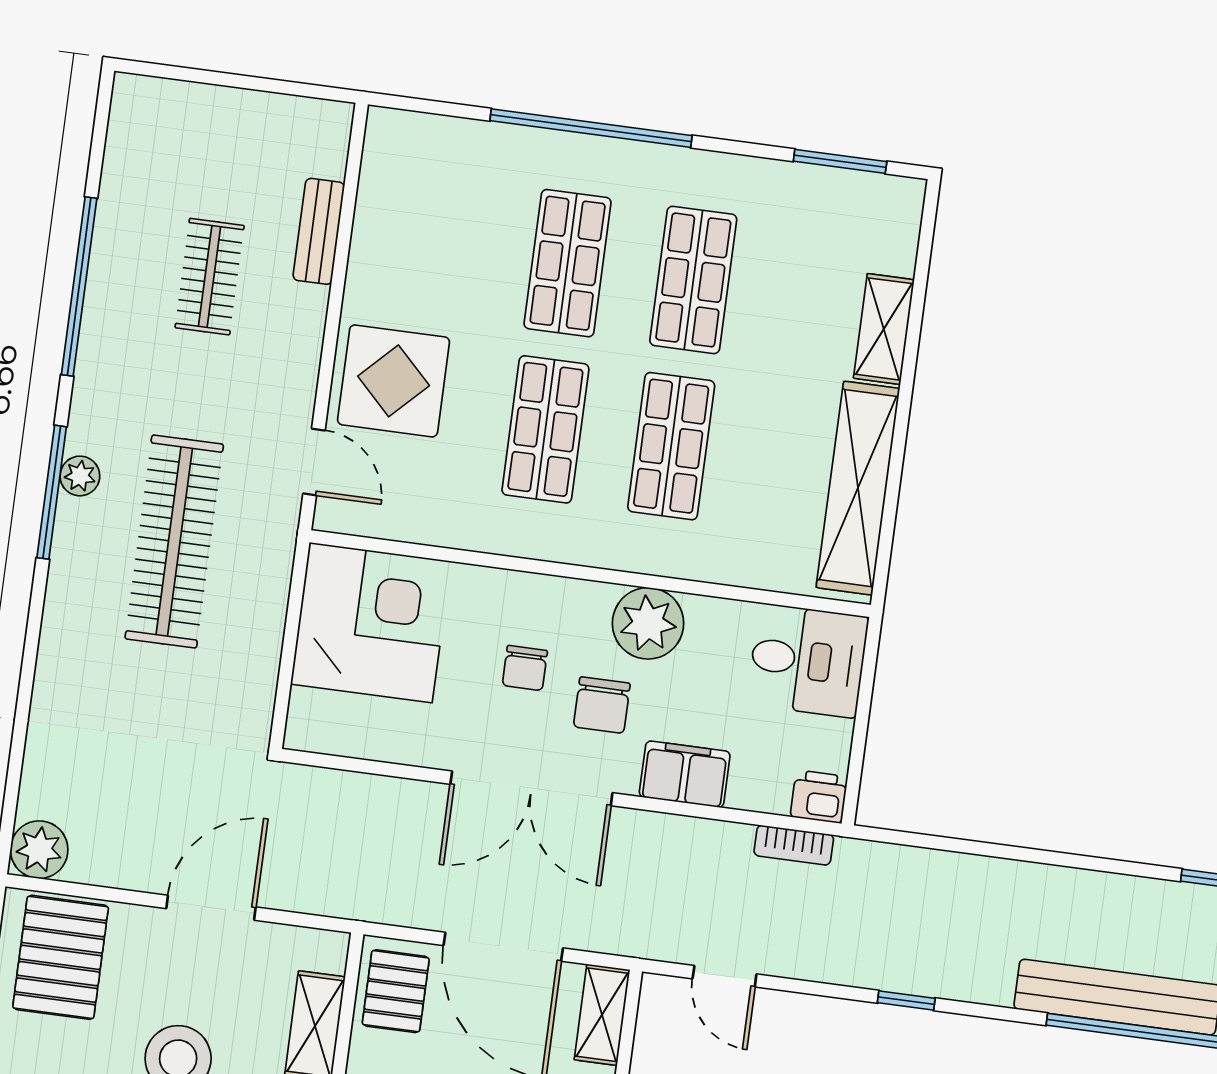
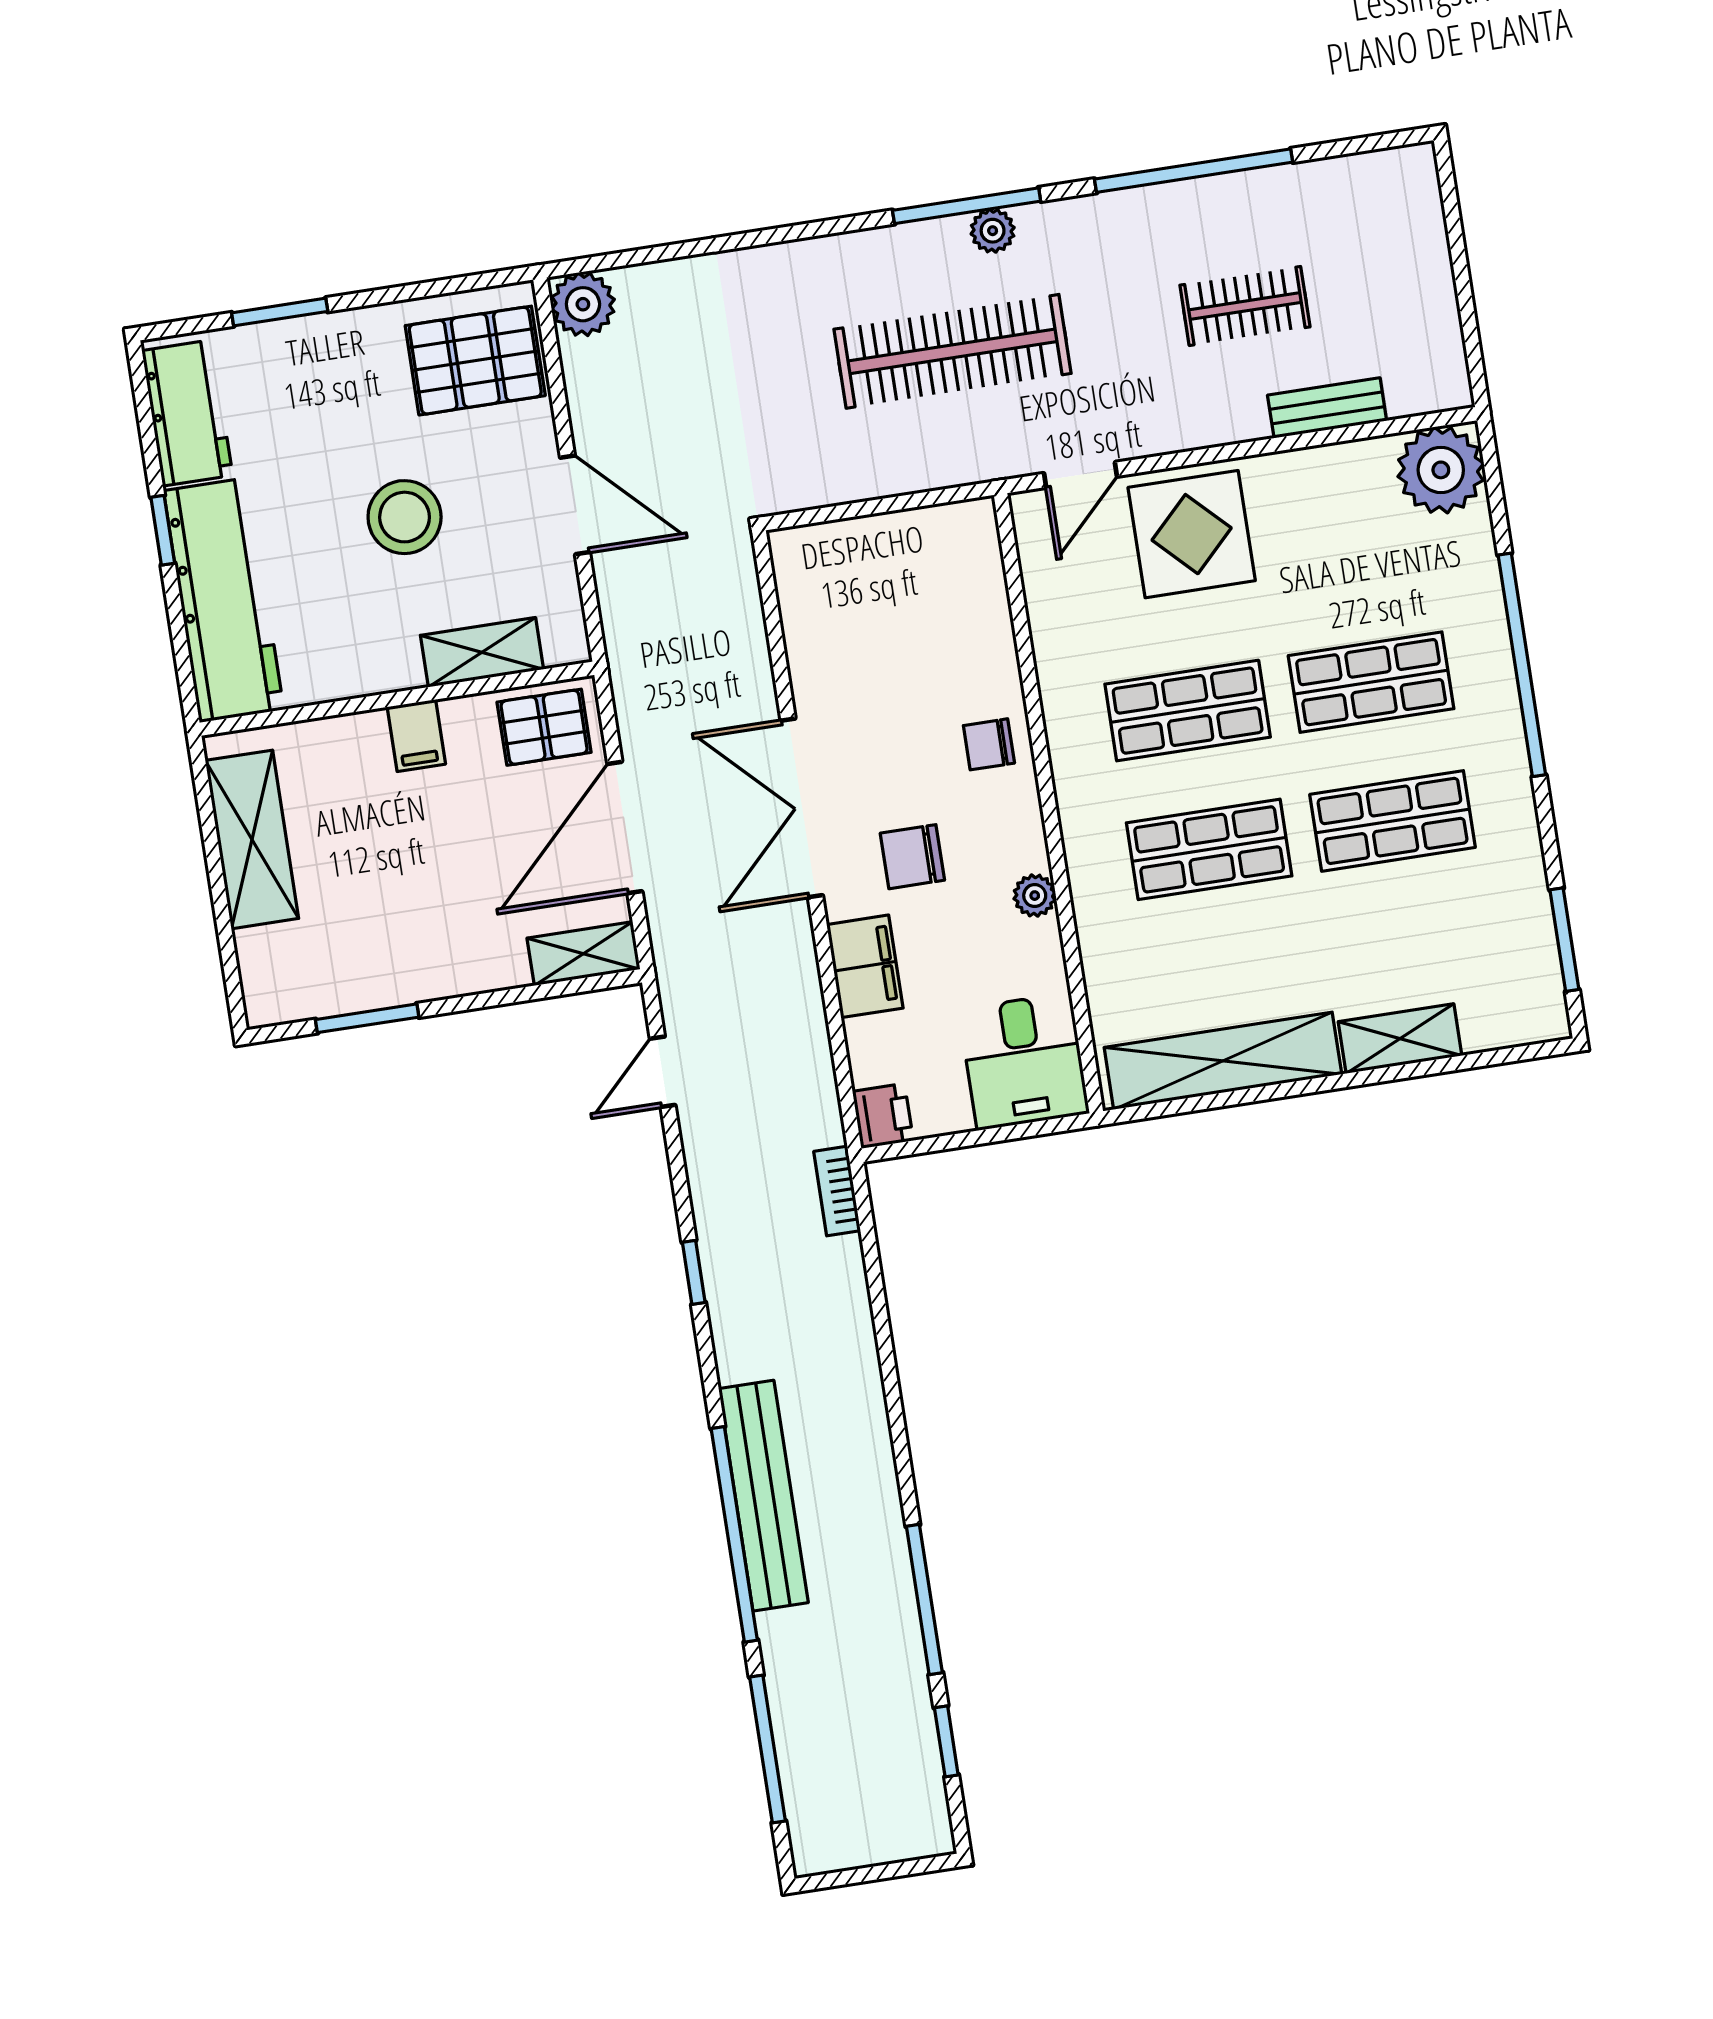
plant: (402, 149) -> (1441, 470), added
corner desk: (371, 623) -> (928, 585), removed
plant: (648, 623) -> (1035, 896), width x0.53, depth x0.53
chair: (525, 668) -> (989, 744), moved
bookcase: (794, 845) -> (837, 1191), moved

